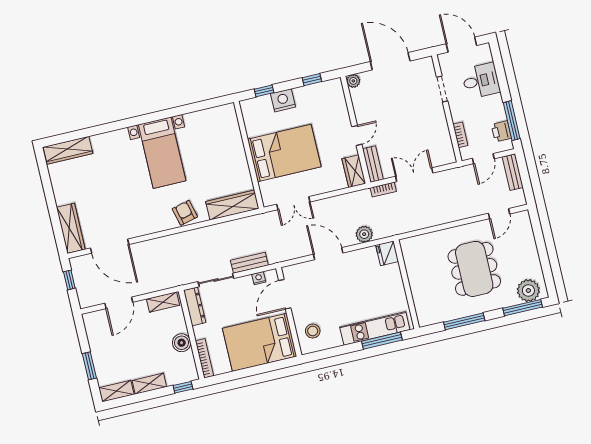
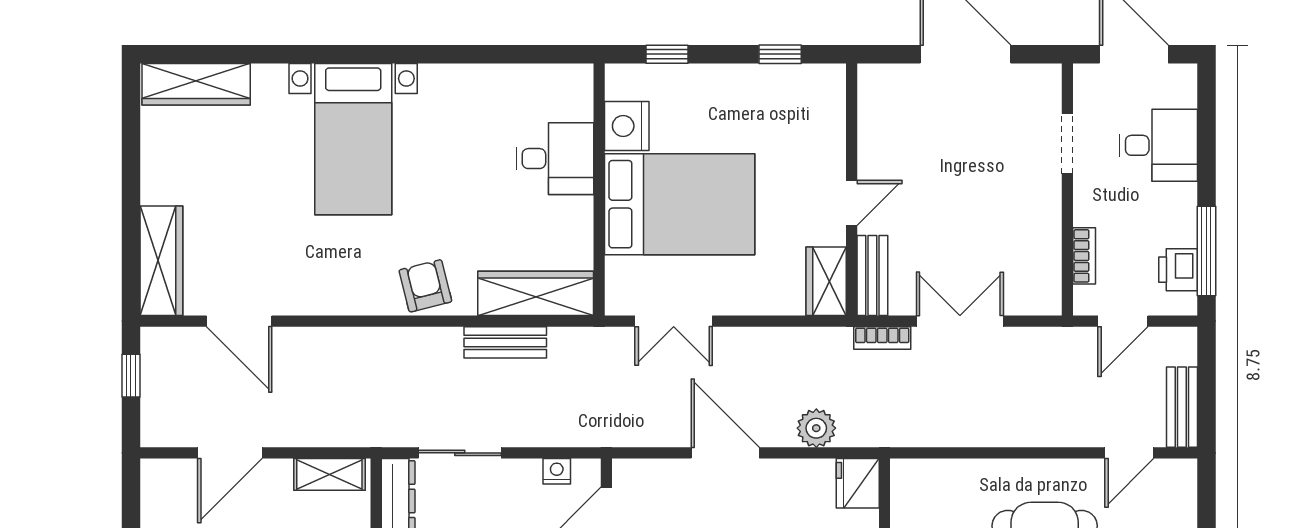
plant: (353, 81) -> (872, 79), removed
nightstand: (283, 100) -> (627, 126), moved, turned -90
desk: (227, 146) -> (555, 159), added
bed with nightstands: (162, 153) -> (353, 139), moved
bench: (513, 172) -> (1182, 407), moved
door: (110, 246) -> (239, 321), width x0.73
bench: (249, 263) -> (505, 342), moved

